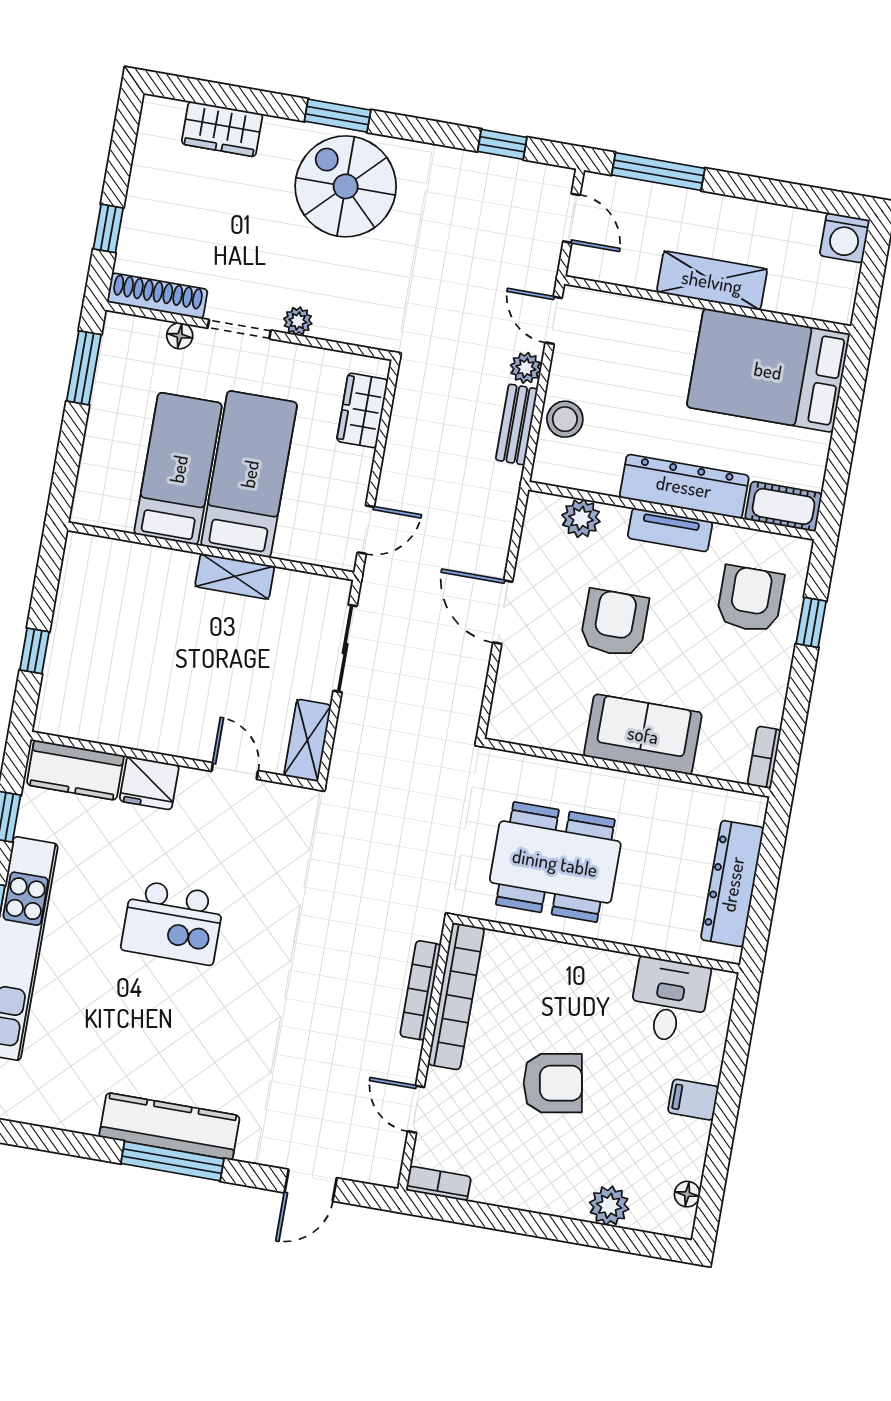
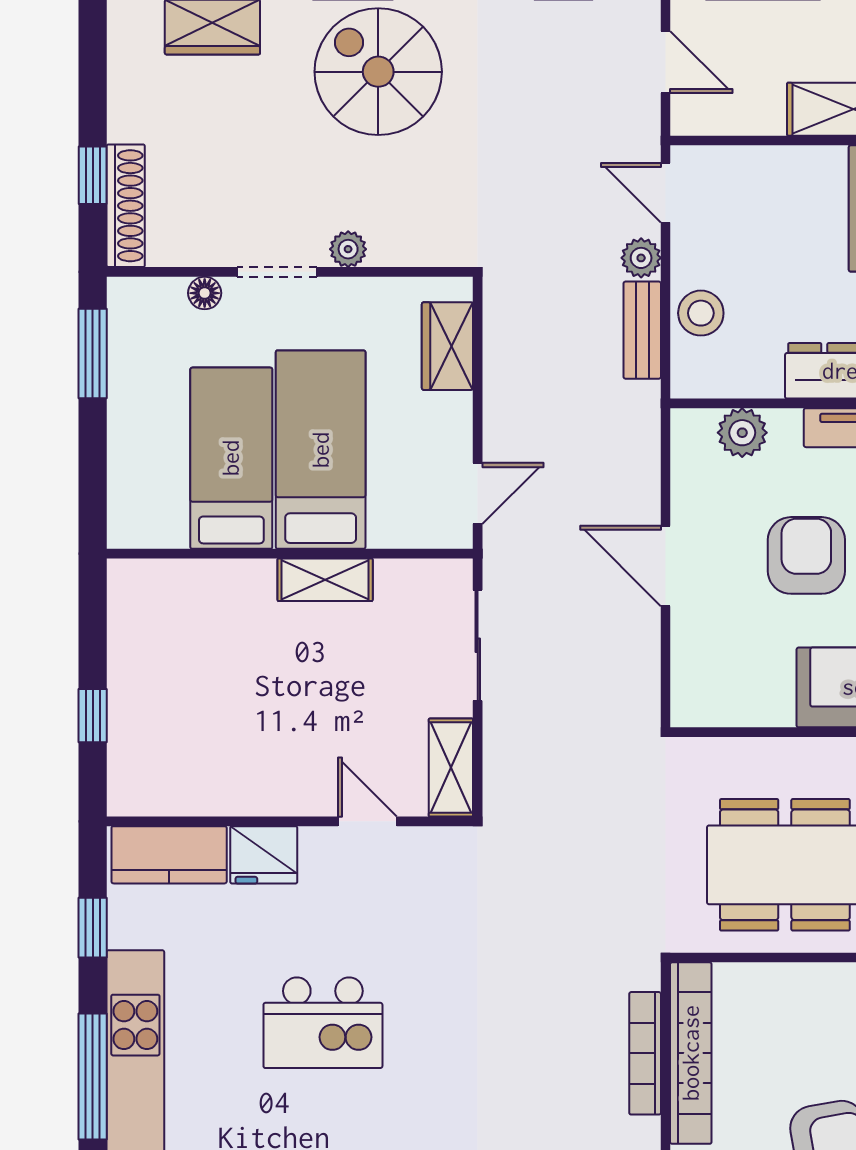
shoe rack: (157, 296) -> (126, 206), moved, turned 90

